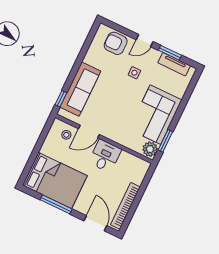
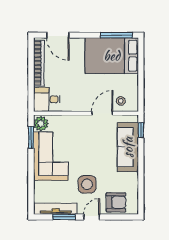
tv unit: (174, 64) -> (56, 209), width x1.41
side table: (134, 73) -> (87, 184), width x1.87, depth x1.87
desk: (105, 156) -> (47, 99), moved, turned 90
window: (56, 204) -> (117, 35), moved

